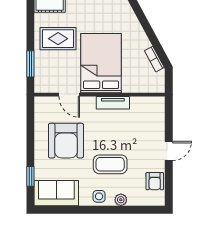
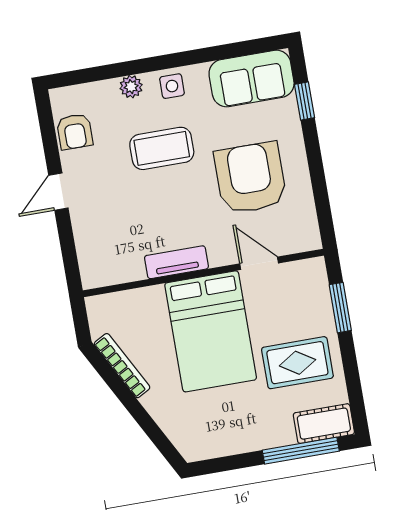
bookcase: (154, 59) -> (122, 366), width x1.56
armchair: (155, 181) -> (75, 132), turned 180

